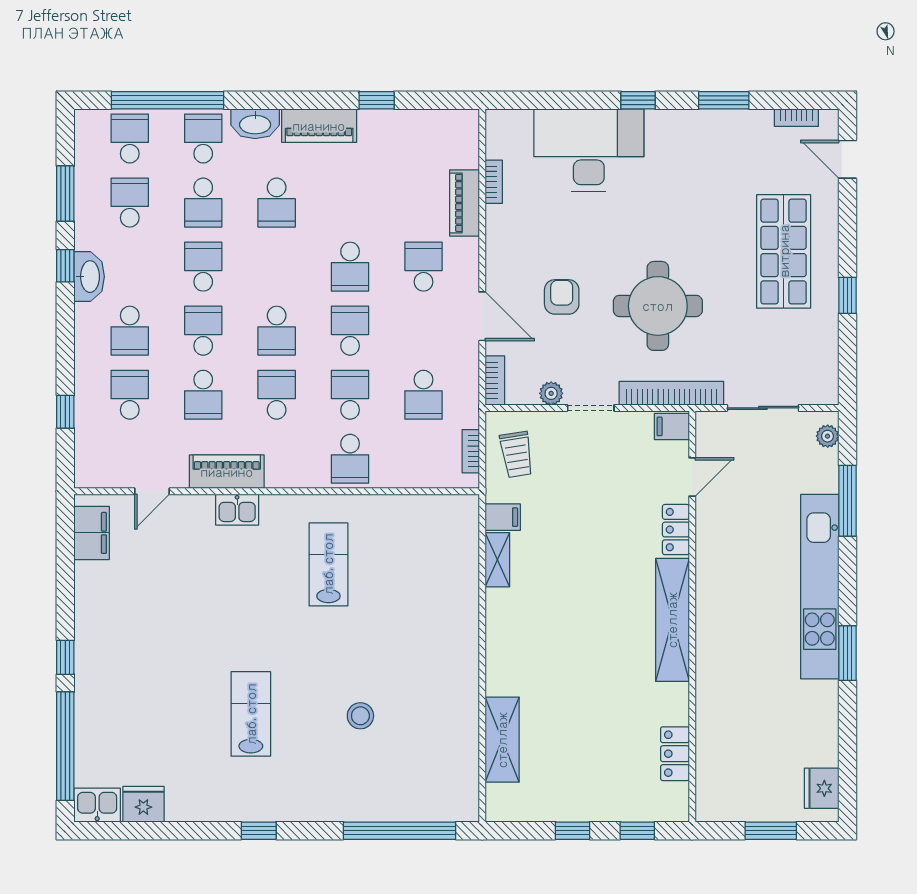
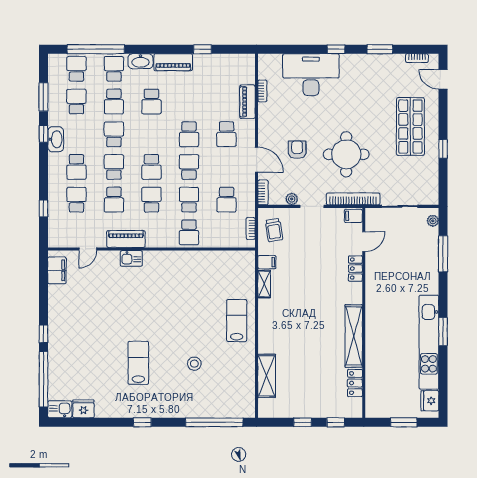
school desk: (423, 267) -> (226, 134), turned 180
lab bench: (328, 564) -> (237, 321), moved
kitchen unit: (820, 587) -> (429, 342), moved
shelving: (672, 620) -> (354, 336), moved

